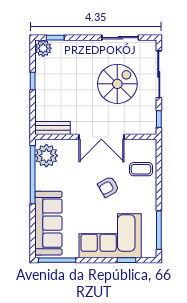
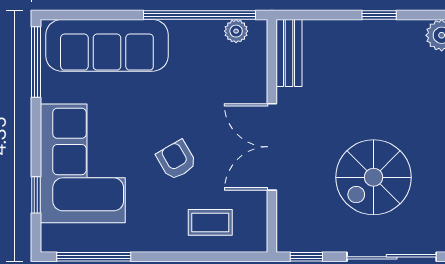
spiral stairs: (117, 84) -> (374, 177), turned 90
plant: (46, 156) -> (236, 31), width x0.53, depth x0.53
coffee table: (141, 169) -> (210, 222), turned 90

